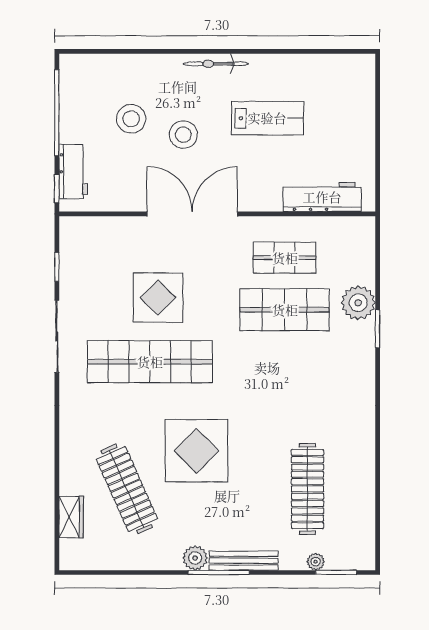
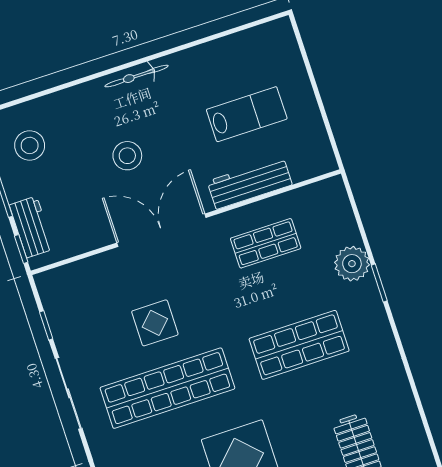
lab bench: (267, 118) -> (247, 114), moved
stool: (131, 119) -> (30, 145), moved
workbench: (322, 197) -> (250, 183), moved
display table: (158, 298) -> (155, 323), width x0.73, depth x0.73
shop shelf: (285, 310) -> (299, 345), moved

